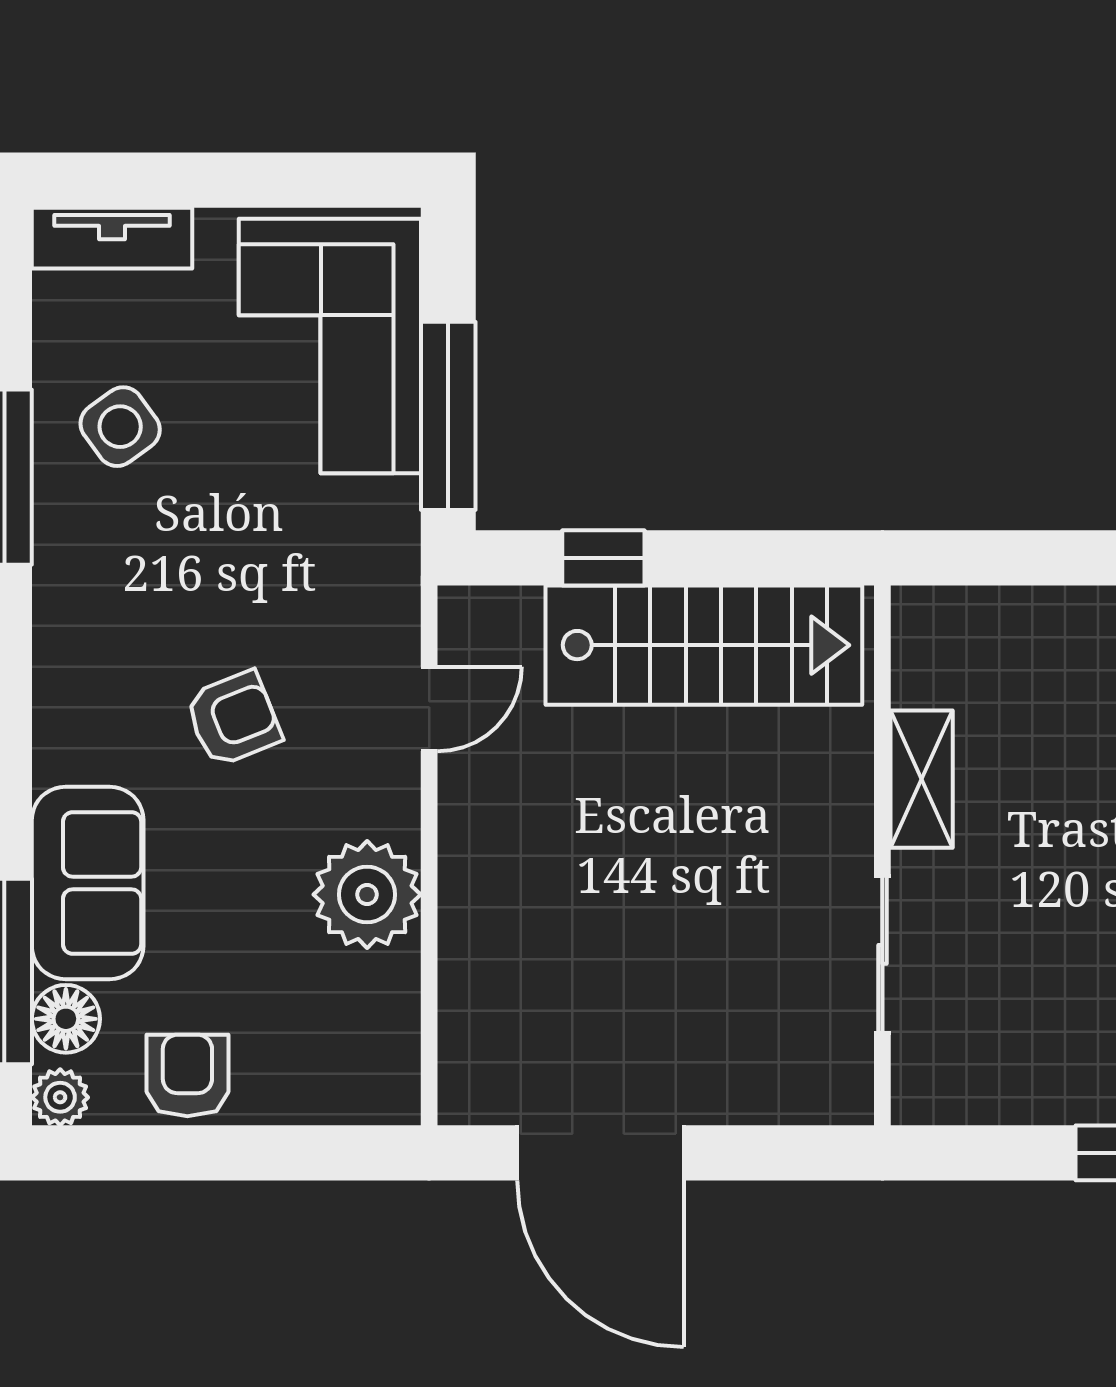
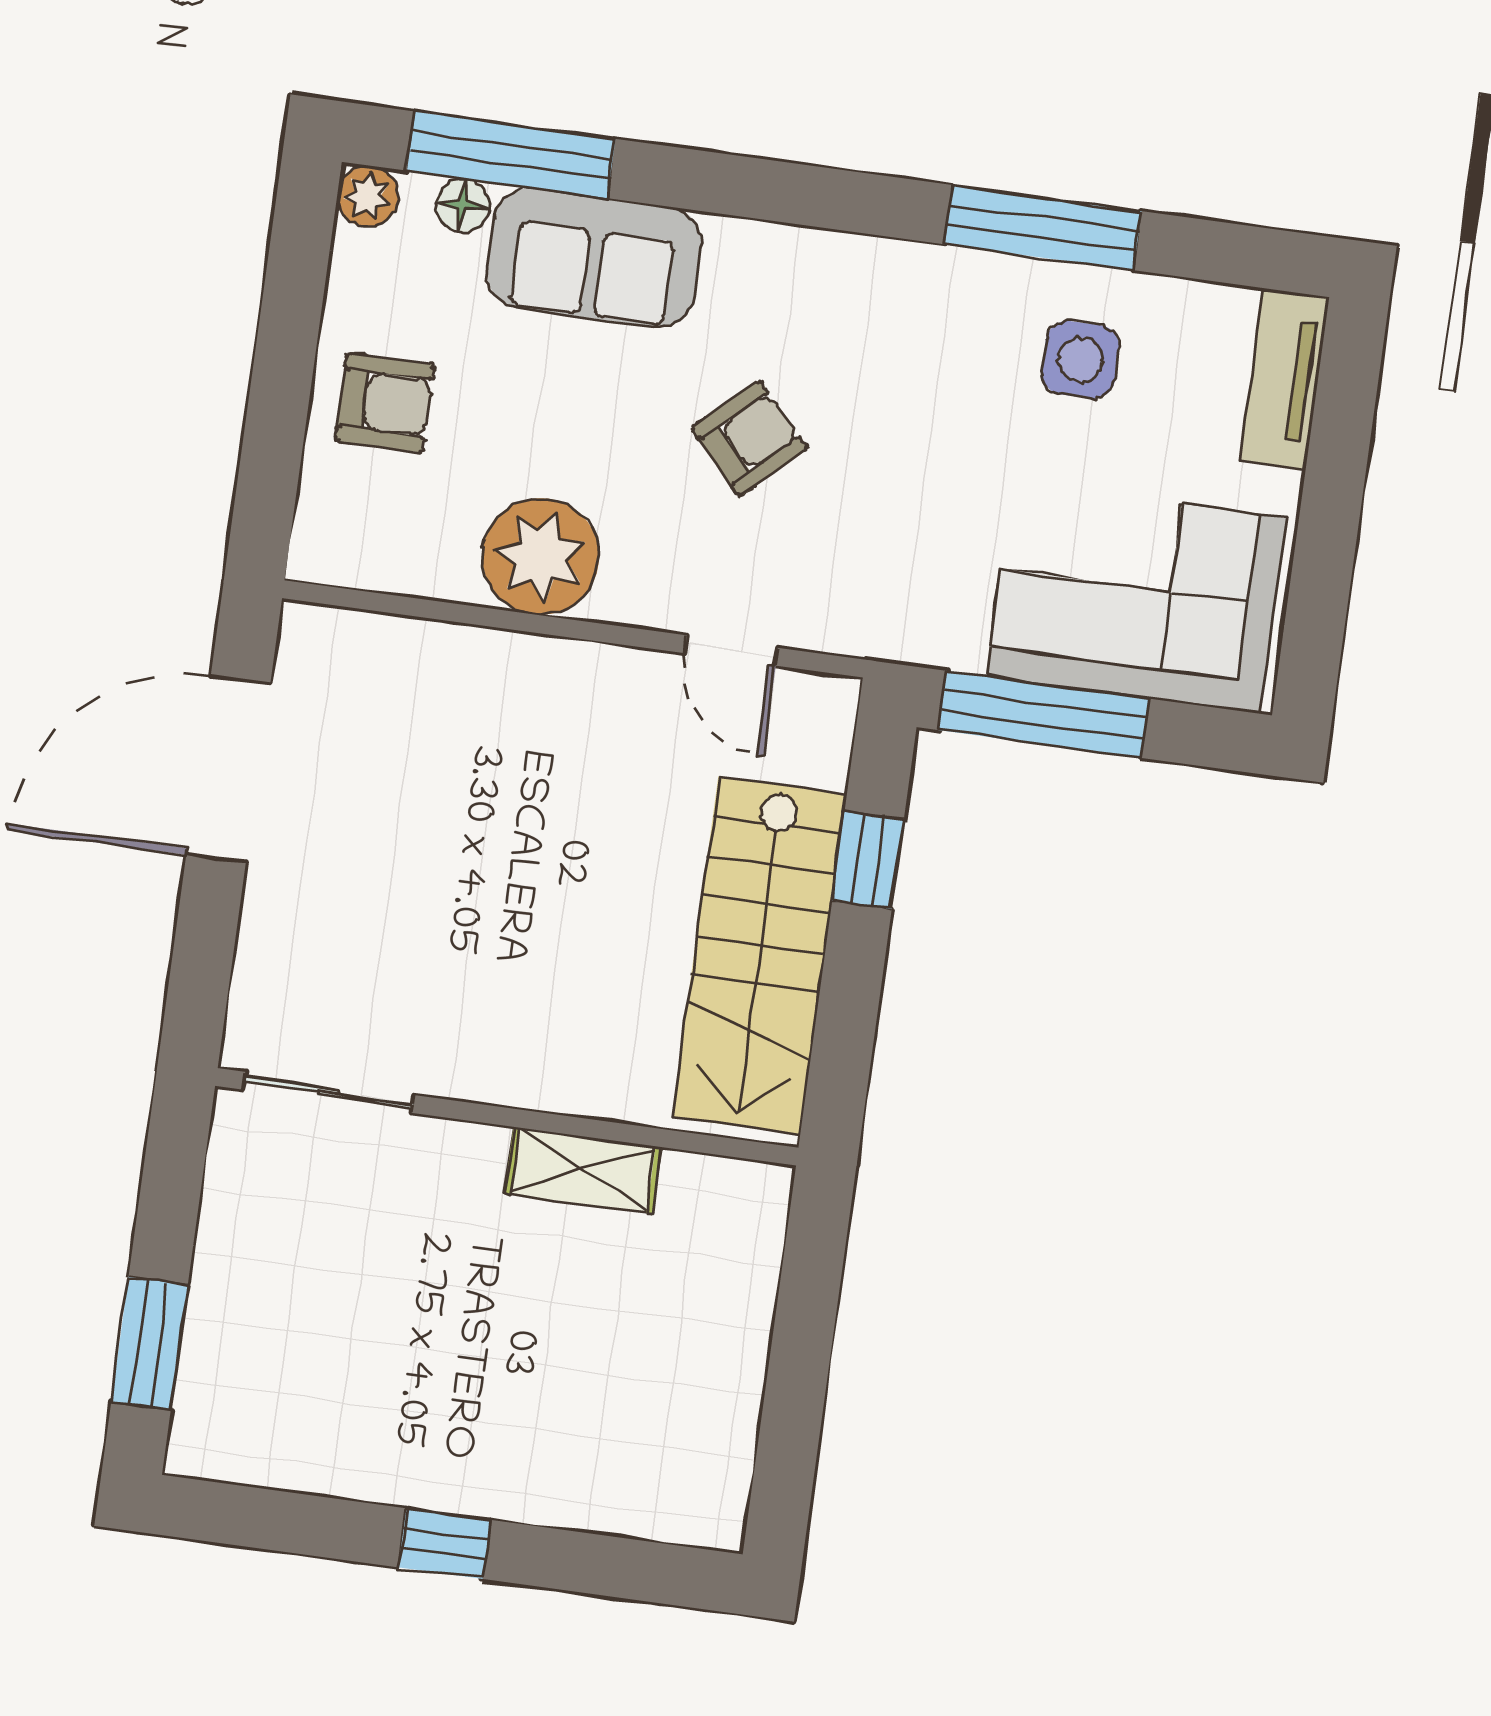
side table: (120, 427) -> (1081, 360), turned 36
armchair: (233, 719) -> (750, 438), turned -111
sliding door: (882, 954) -> (329, 1092), moved
floor lamp: (66, 1019) -> (463, 205), width x0.73, depth x0.73
armchair: (187, 1075) -> (385, 403), moved

